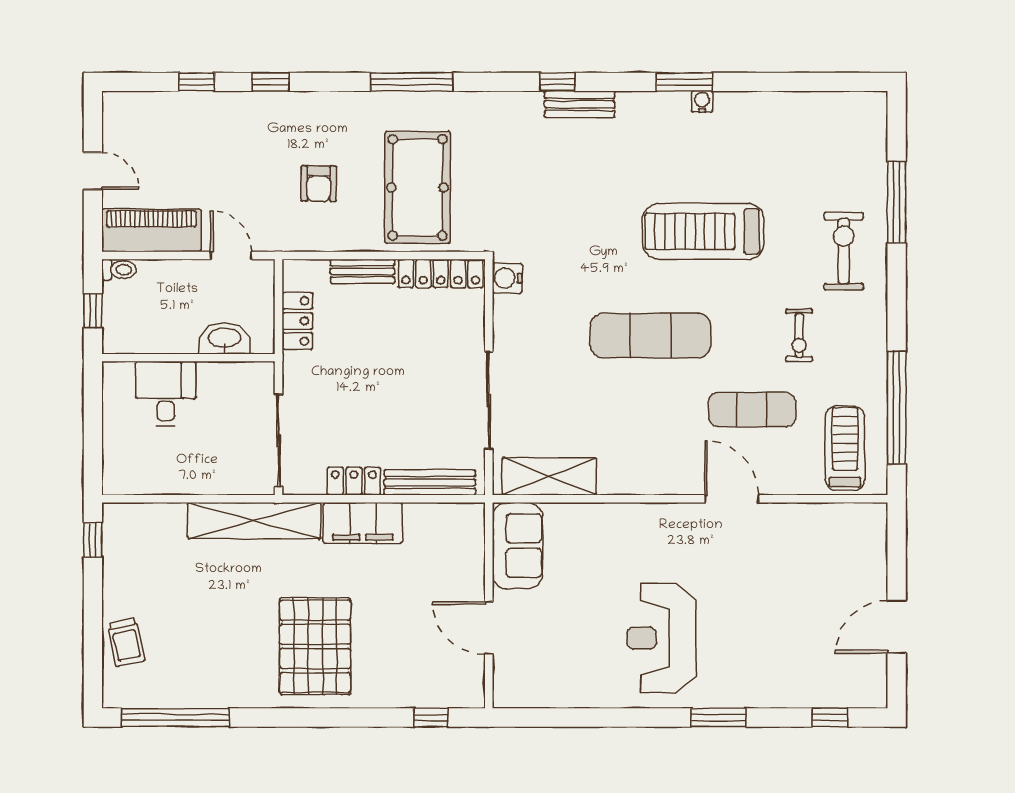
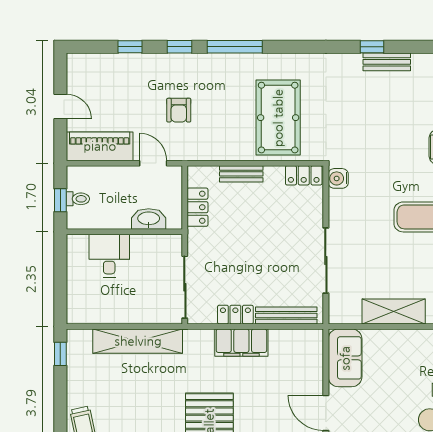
window: (412, 82) -> (235, 47), moved
armchair: (319, 184) -> (179, 110), moved
toilet: (119, 270) -> (78, 199), moved
locker: (441, 274) -> (304, 175), width x0.66
shelving: (549, 476) -> (394, 311), moved
shelving: (254, 521) -> (138, 341), moved

